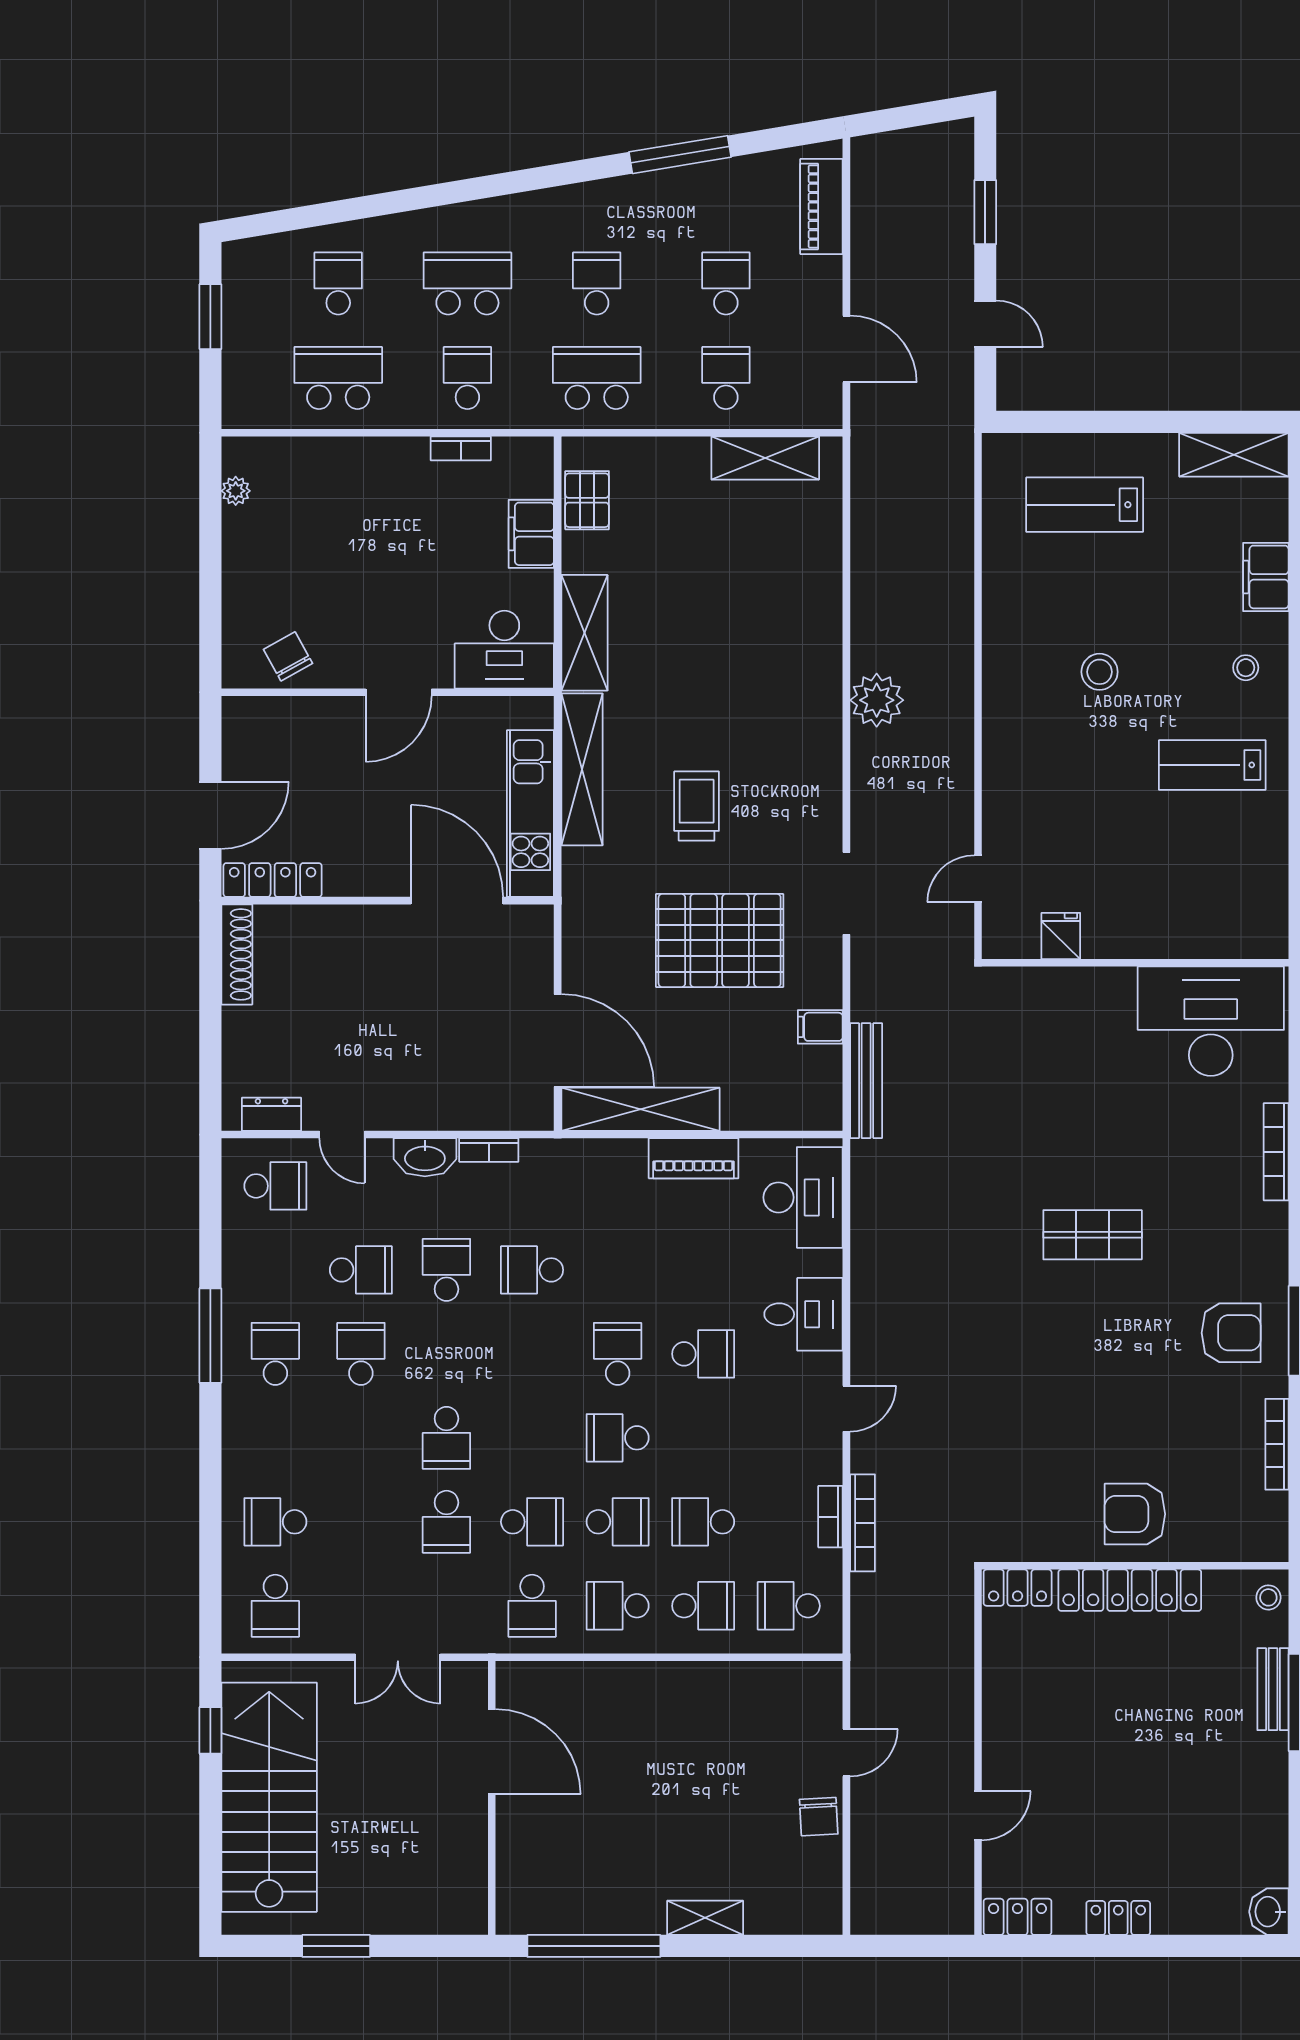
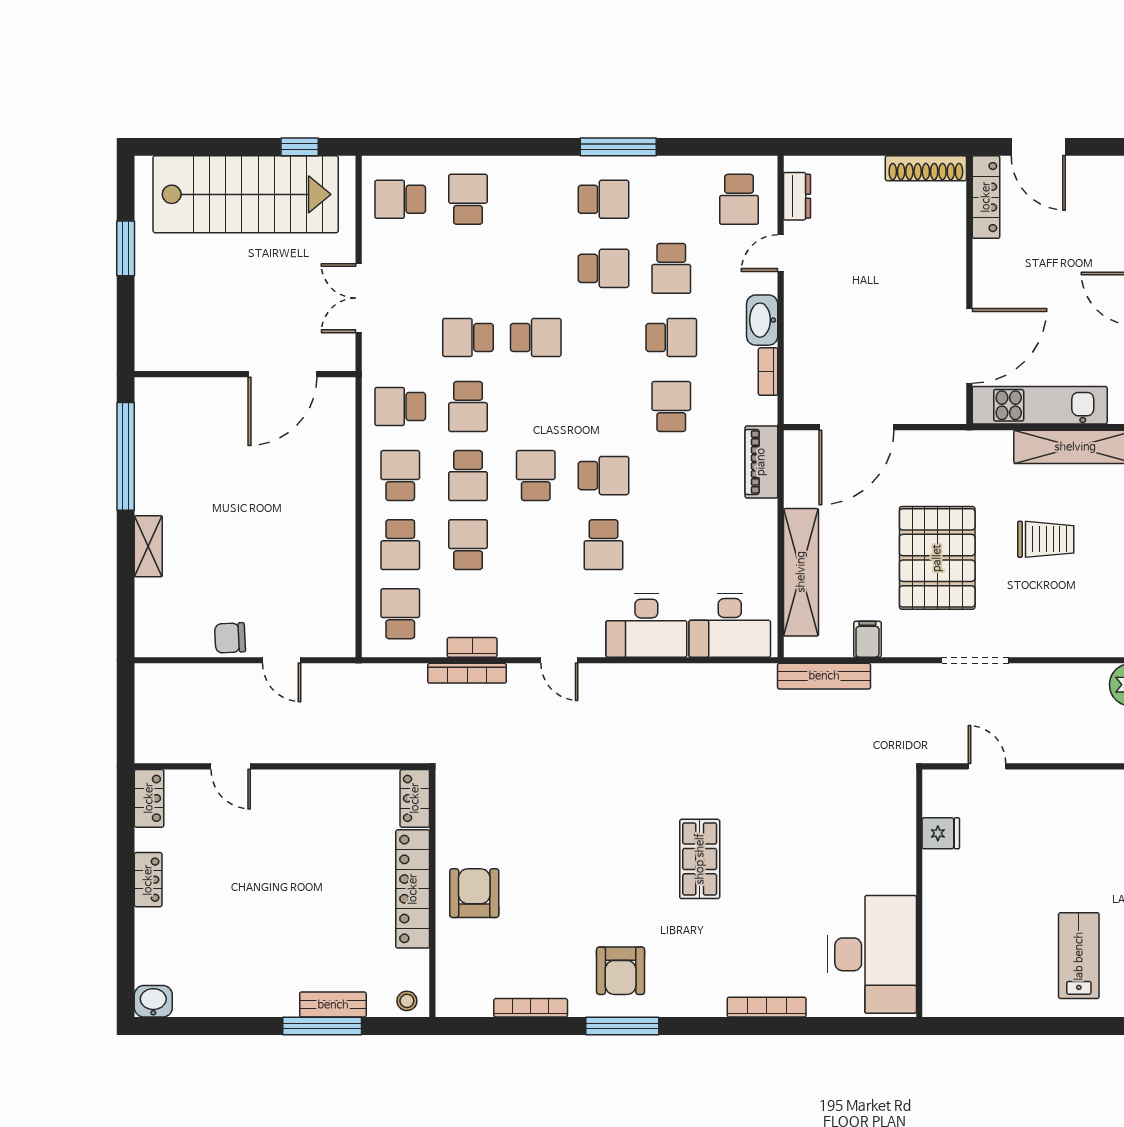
shelving: (640, 1109) -> (801, 572), moved
piano: (694, 1158) -> (761, 462), moved
desk: (803, 1314) -> (646, 626), width x1.37
school desk: (446, 1438) -> (536, 337), turned 180

